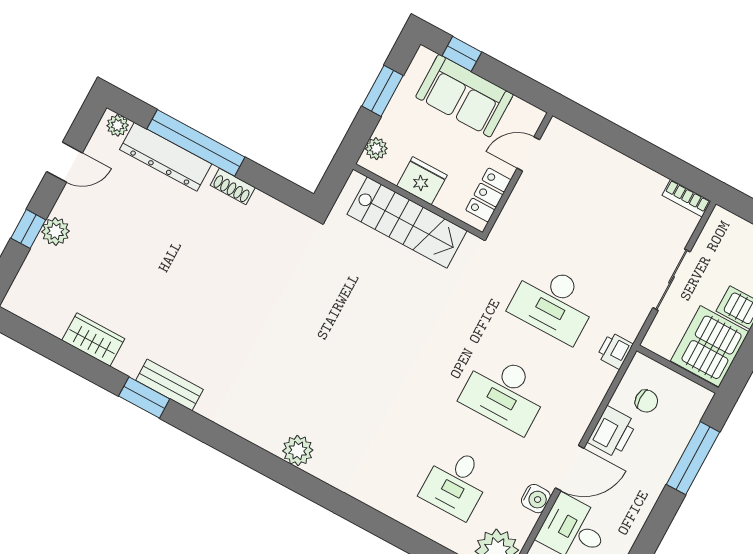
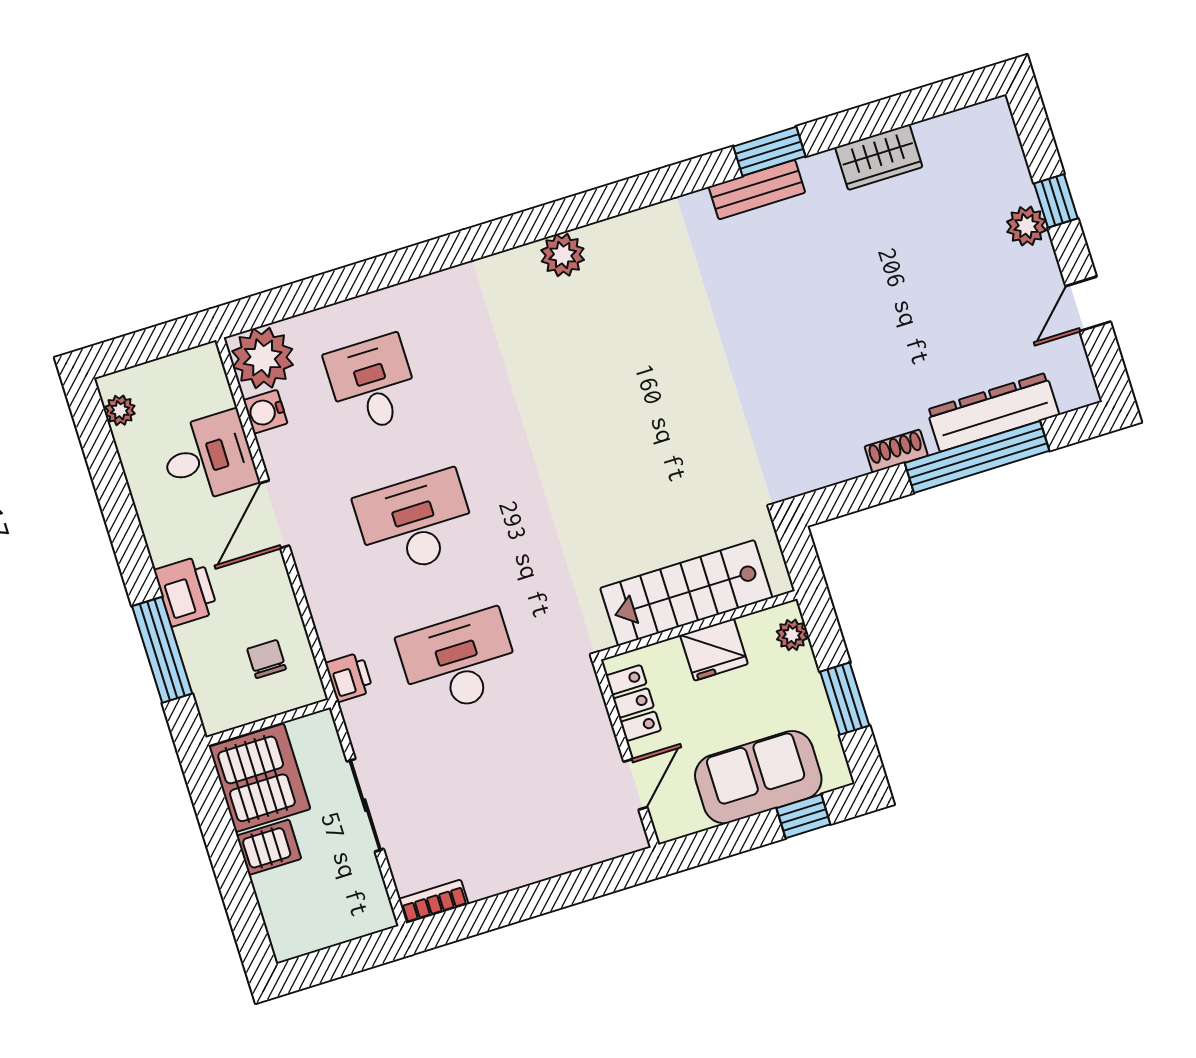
plant: (118, 125) -> (1073, 395), removed
chair: (646, 401) -> (267, 659), turned 90
printer: (612, 432) -> (186, 591), moved, turned 180
water cooler: (536, 499) -> (265, 412), moved

